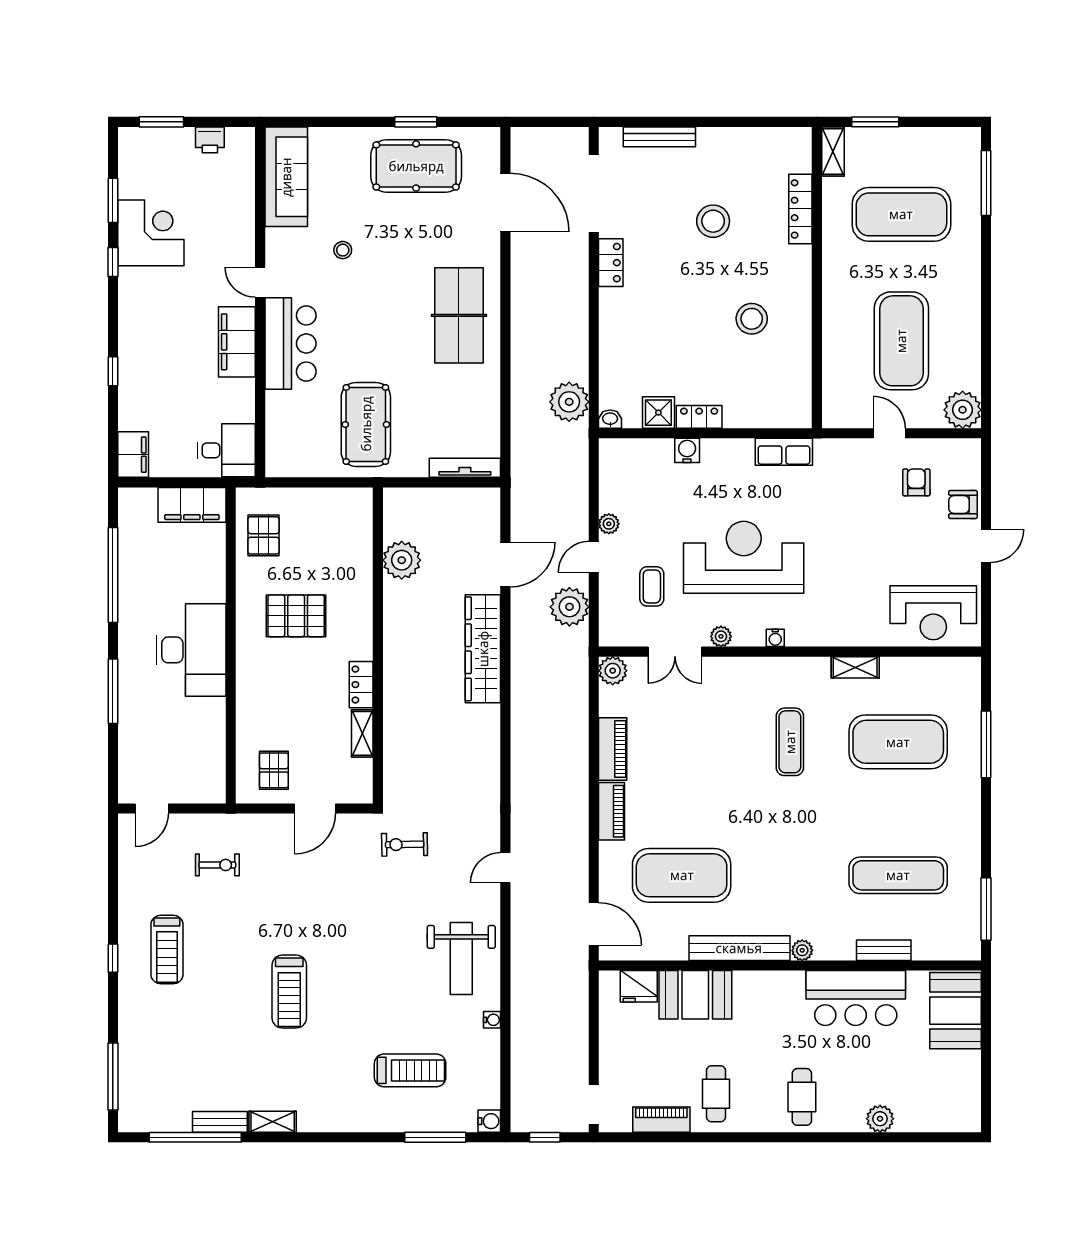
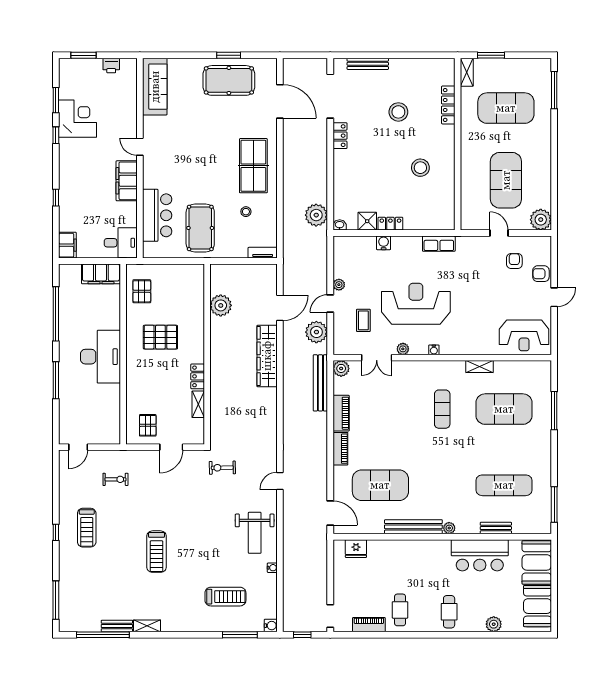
stool: (343, 250) -> (246, 212), moved
bar counter: (290, 344) -> (157, 215), moved
tv unit: (465, 468) -> (263, 253), width x0.71
bench: (576, 696) -> (320, 383), added
booth: (695, 995) -> (537, 606), moved, turned 90

